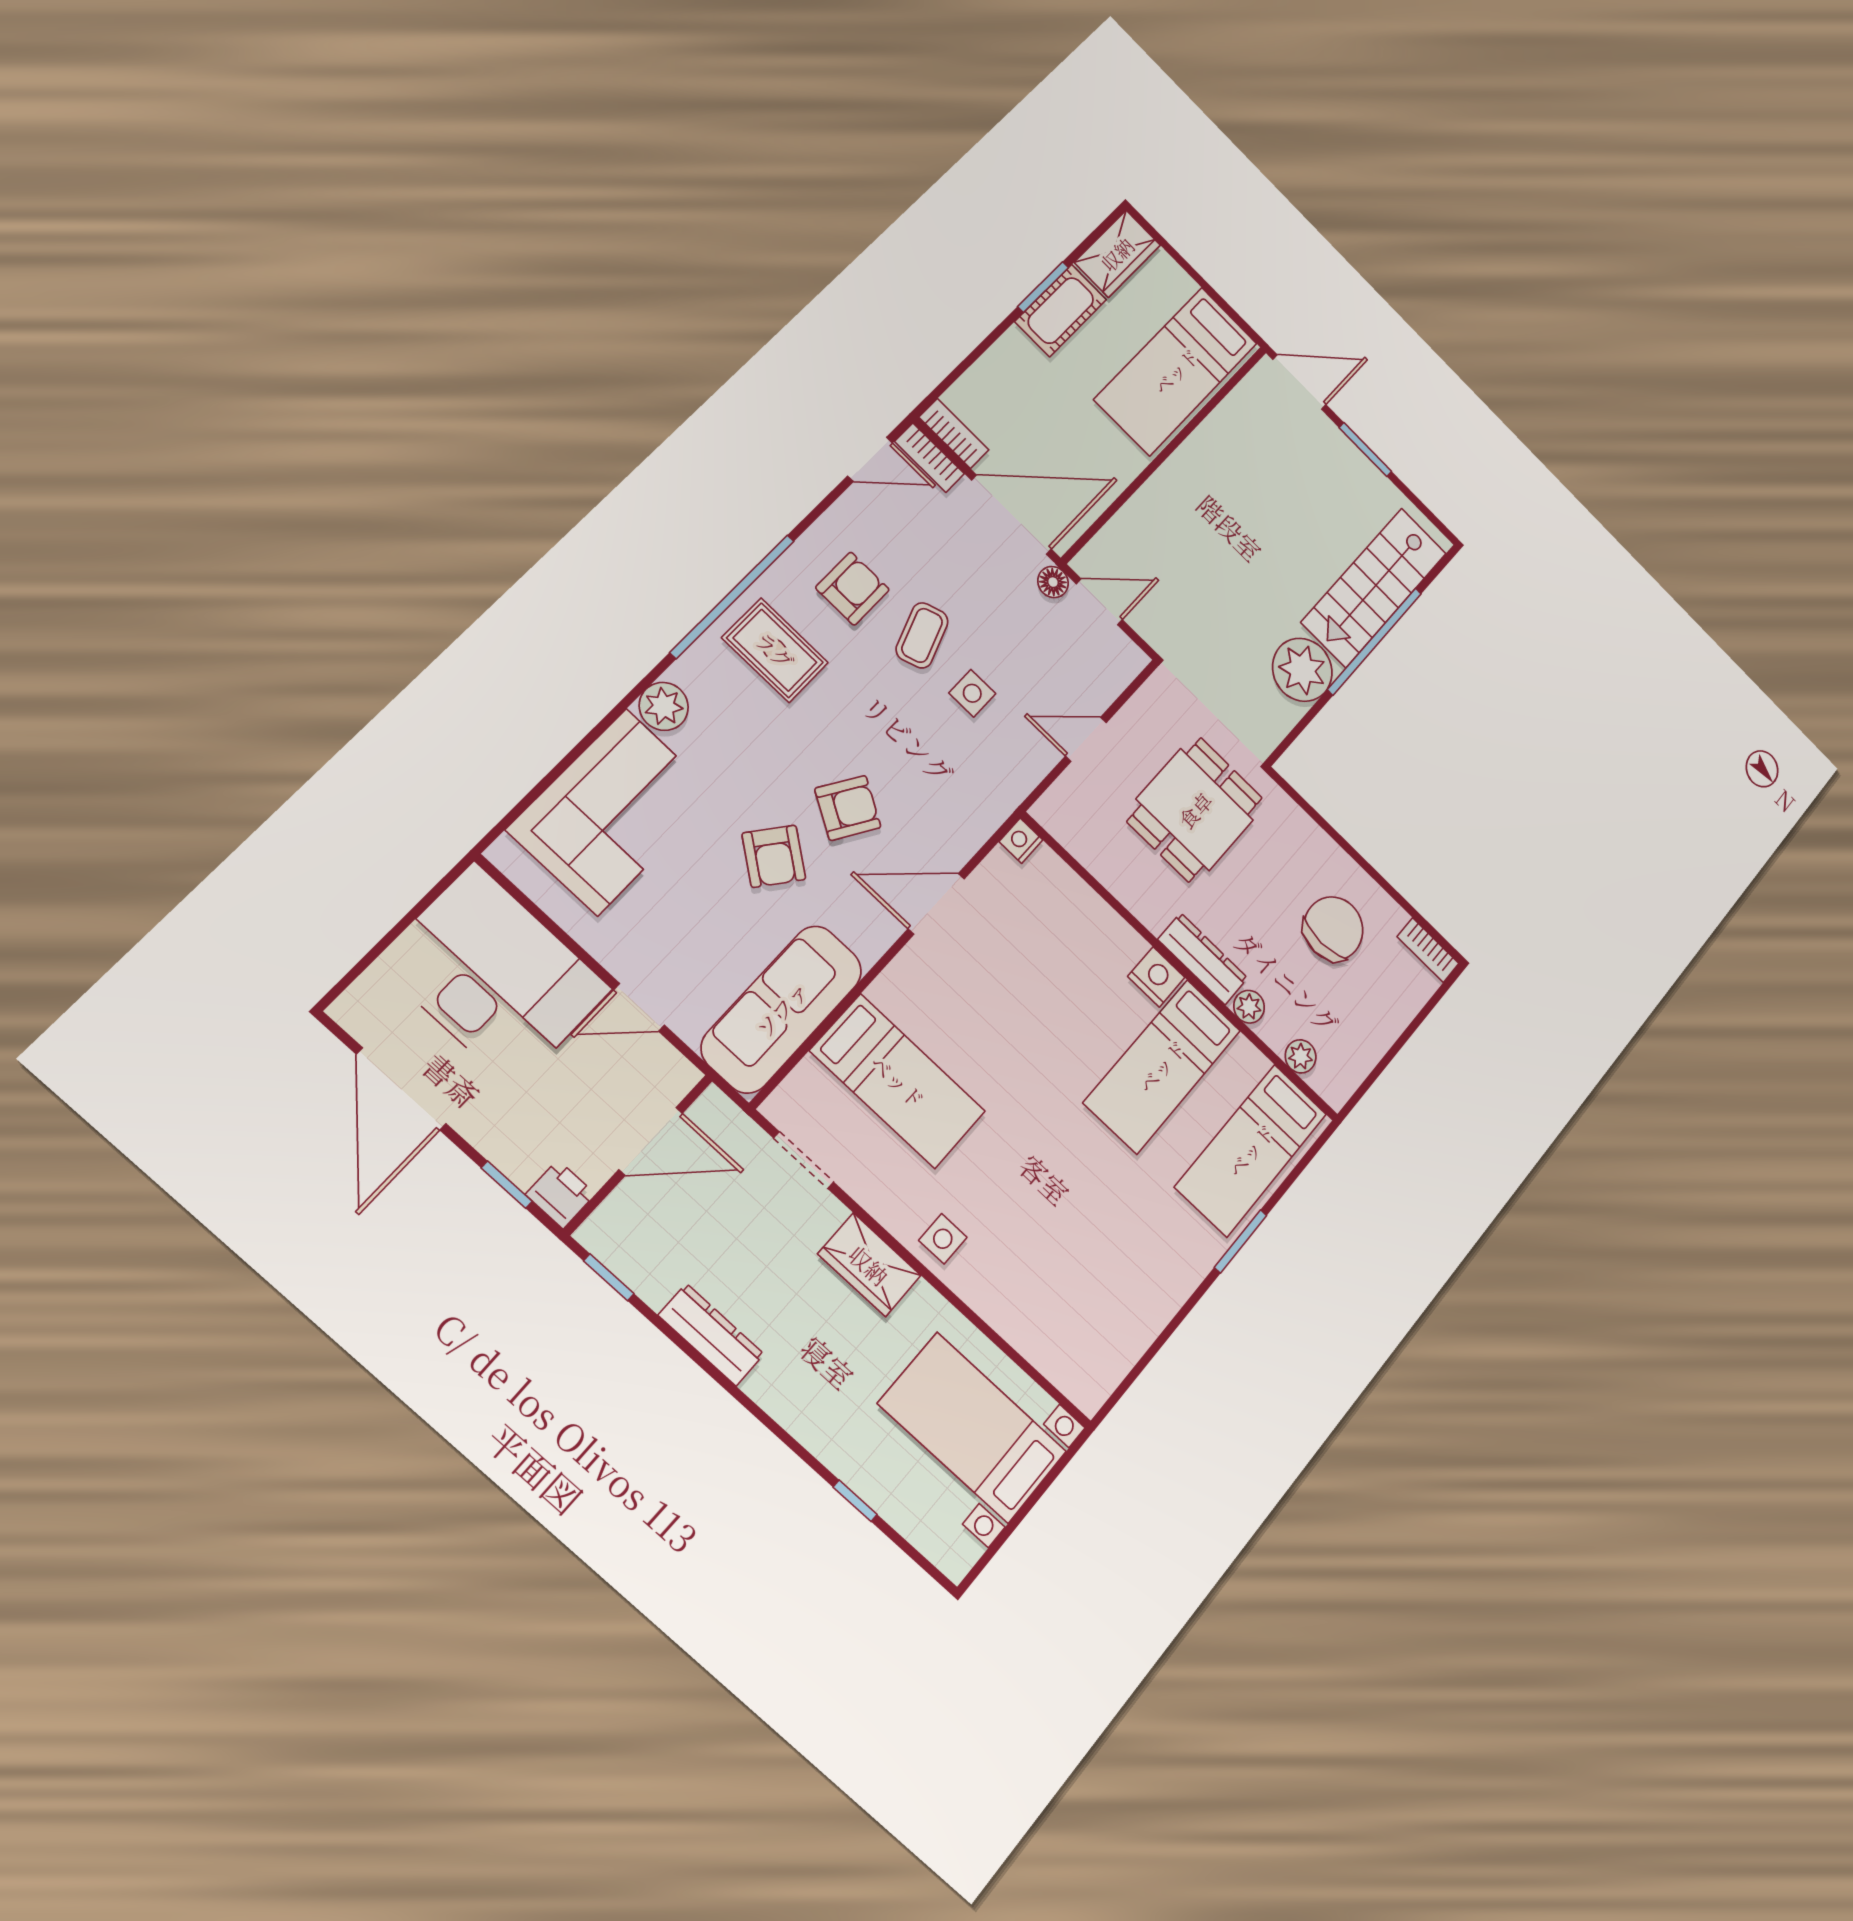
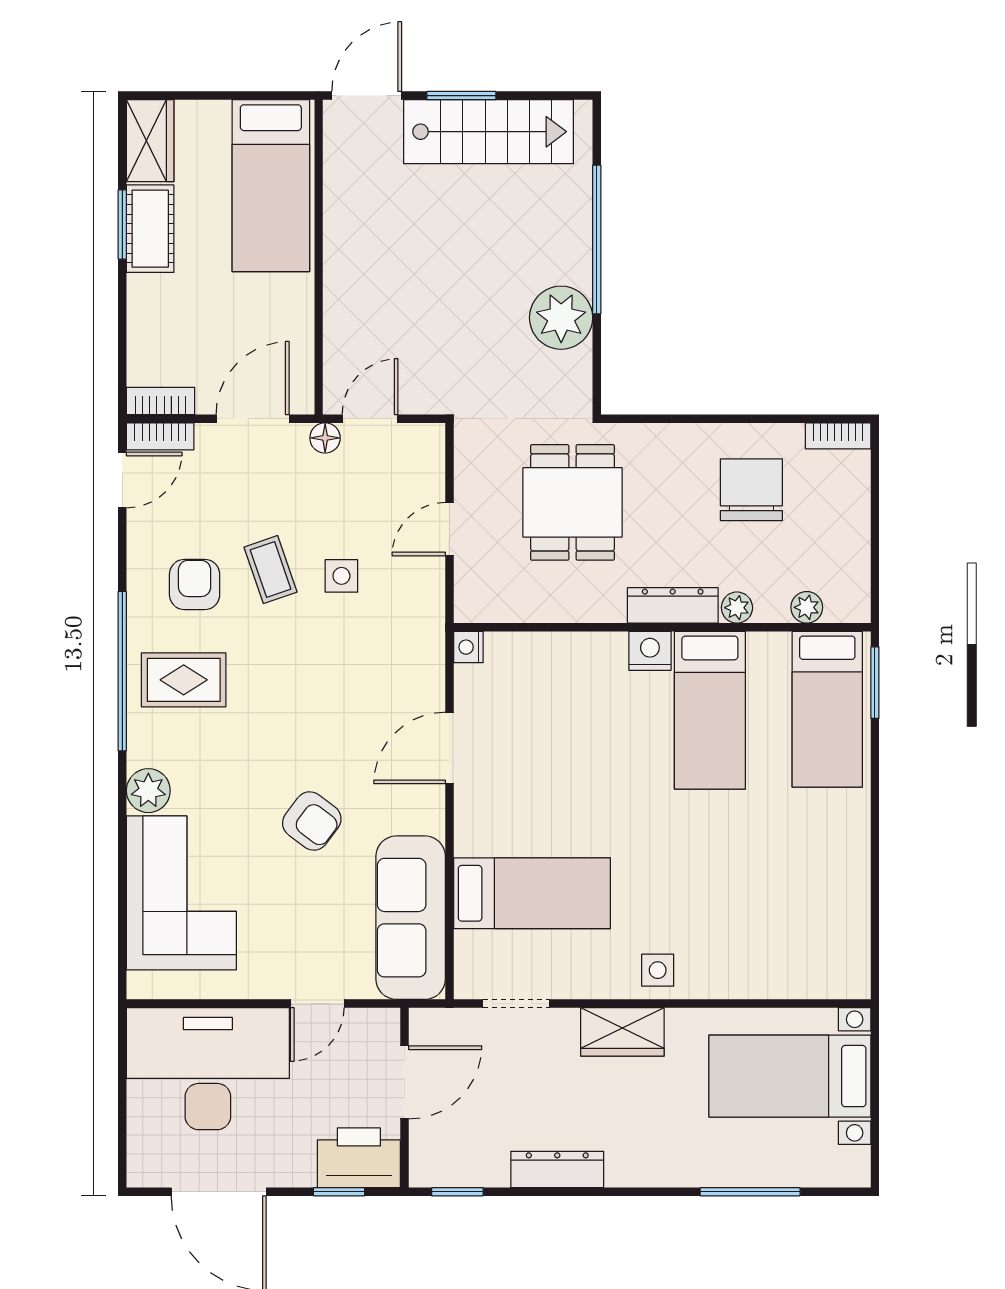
door: (1011, 515) -> (253, 419), width x0.73
stairs: (1374, 588) -> (488, 132), moved, turned -90
armchair: (848, 808) -> (330, 740), removed
printer: (560, 1194) -> (359, 1158), width x1.87, depth x1.48
window: (1241, 1241) -> (875, 683), moved
window: (855, 1501) -> (750, 1192), width x2.17

